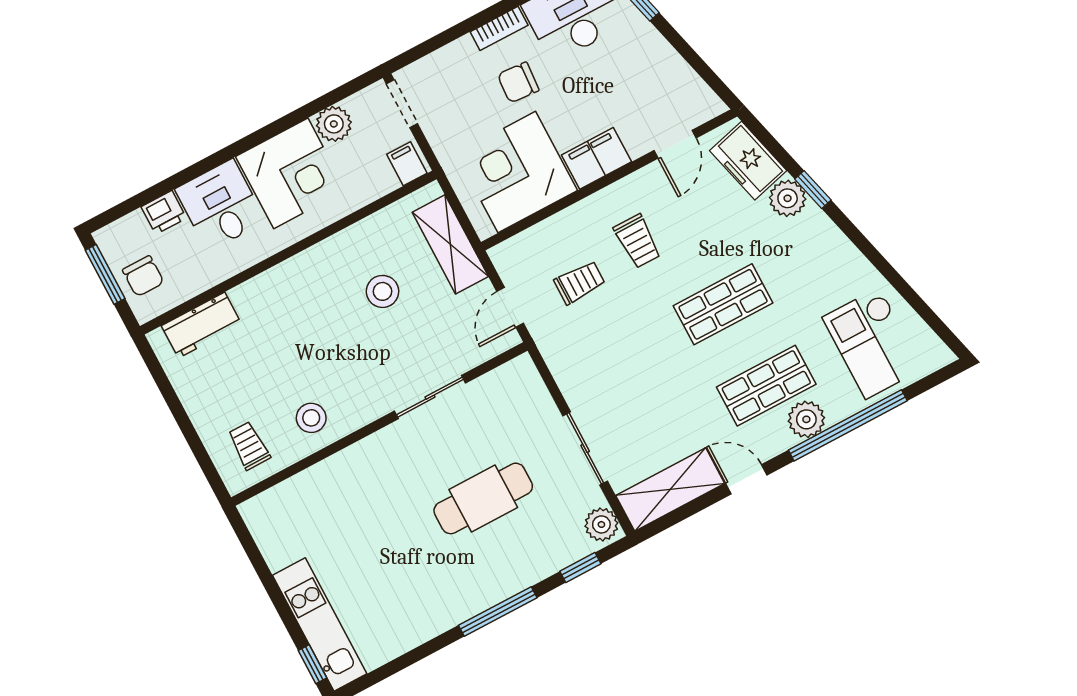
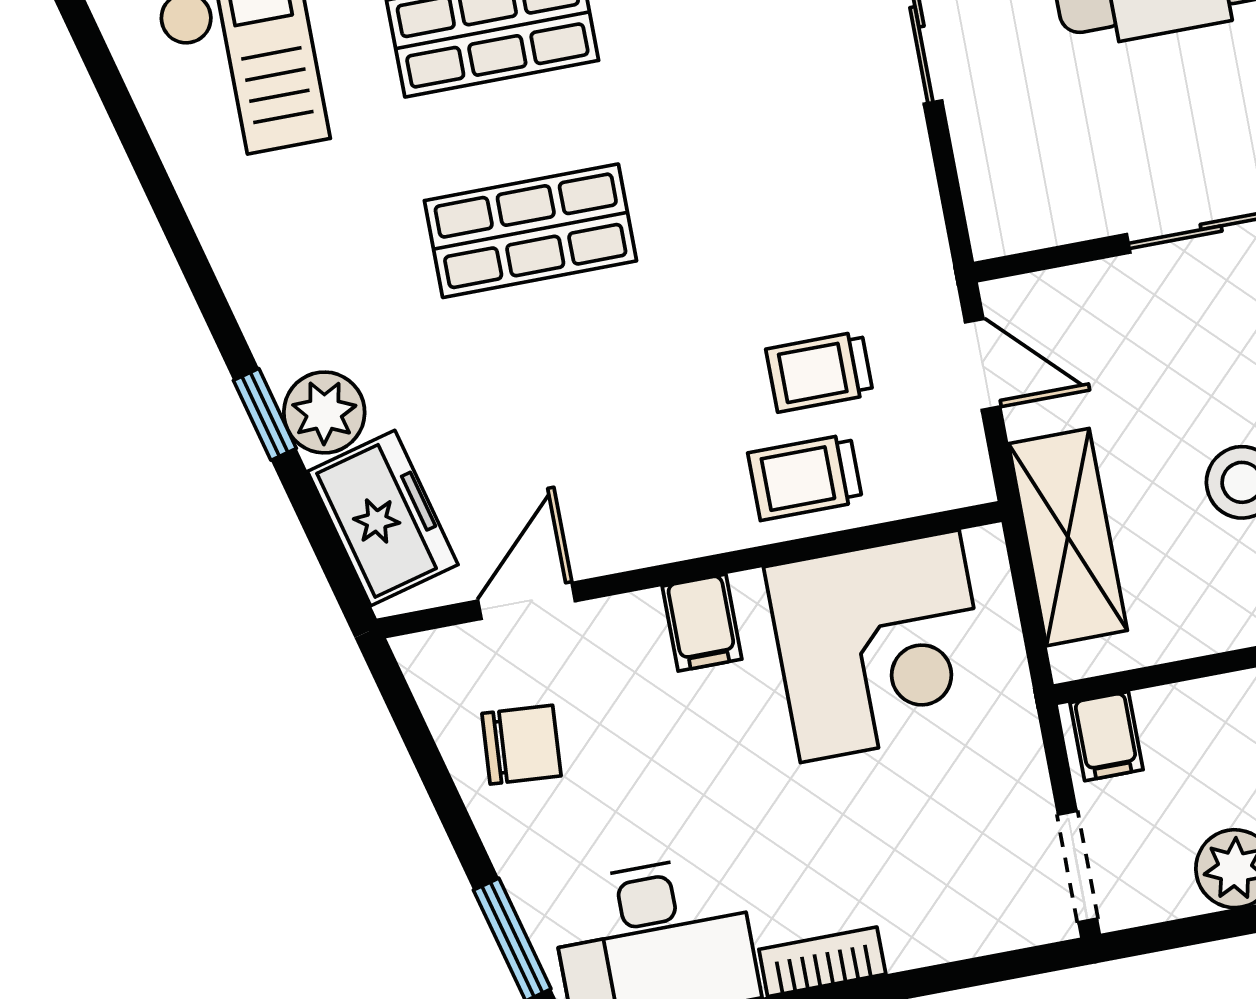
chair: (518, 82) -> (521, 745), moved
filing cabinet: (597, 158) -> (702, 623), width x0.50
trolley: (637, 241) -> (805, 477), moved, turned -90
door: (510, 307) -> (983, 364), hinge flipped

